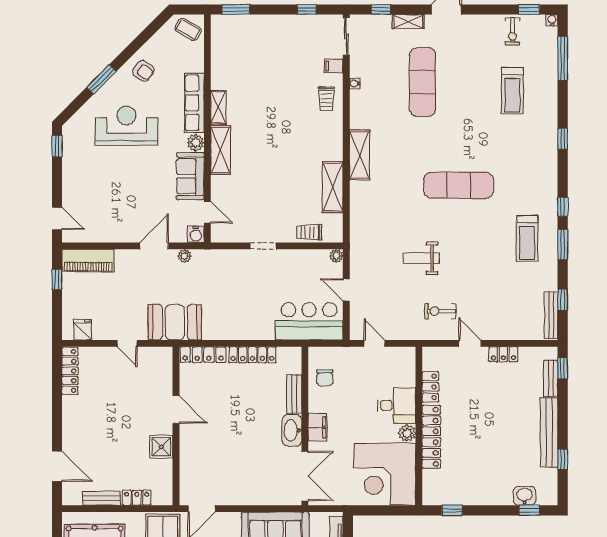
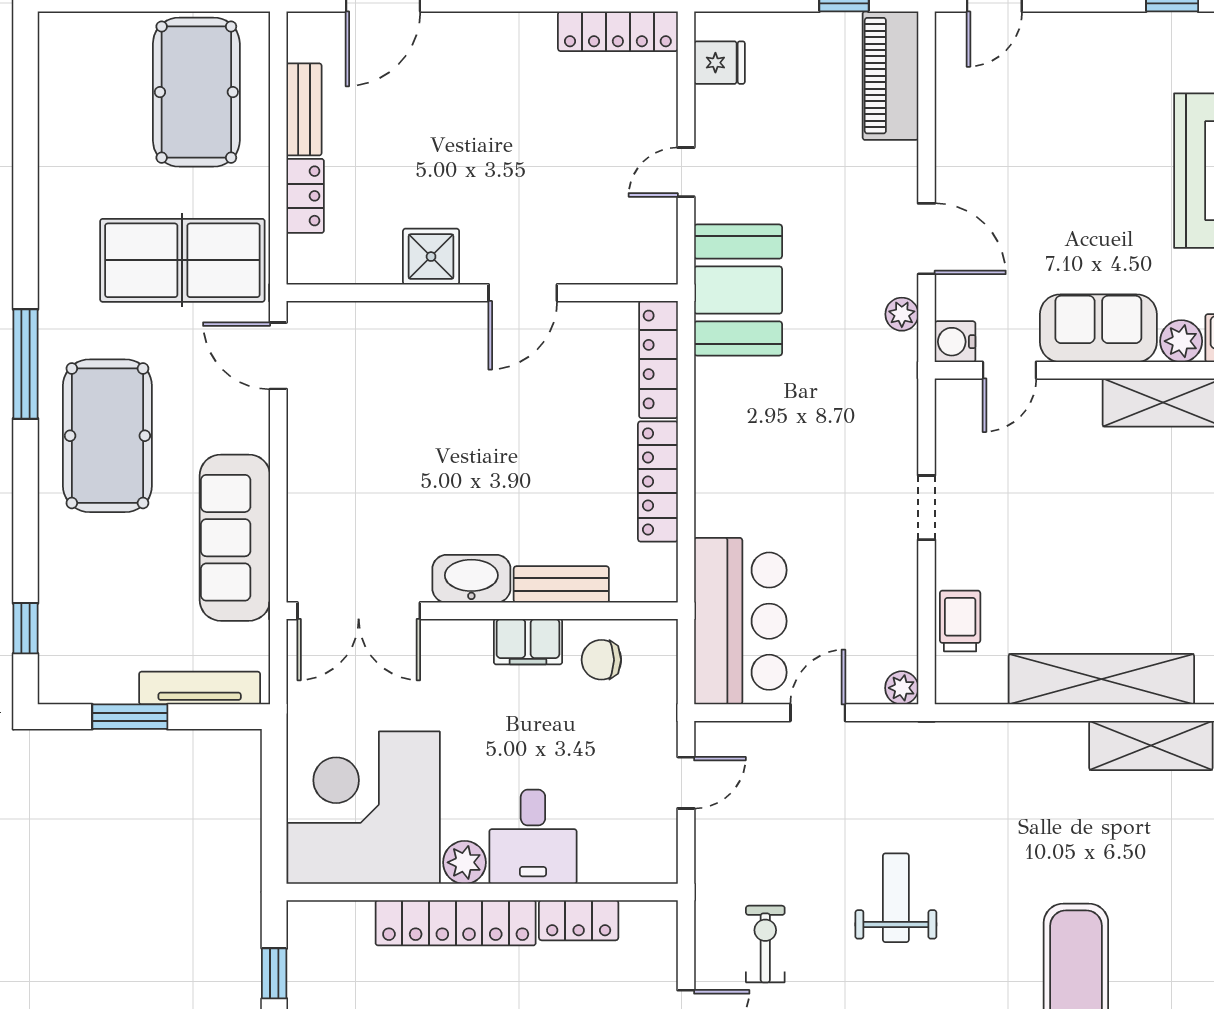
shelving: (333, 187) -> (1101, 679), width x1.47
filing cabinet: (317, 427) -> (528, 642), moved

